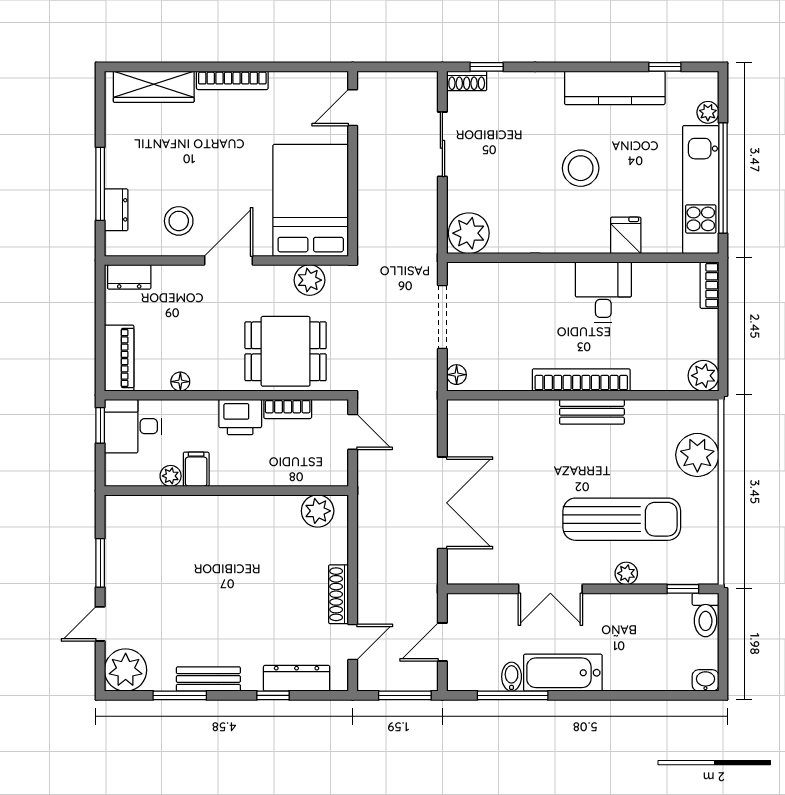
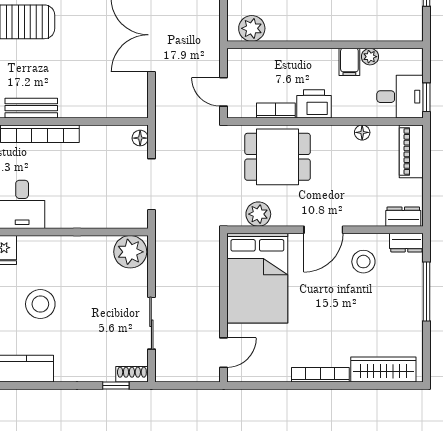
dresser: (116, 210) -> (406, 243), moved, turned -90

